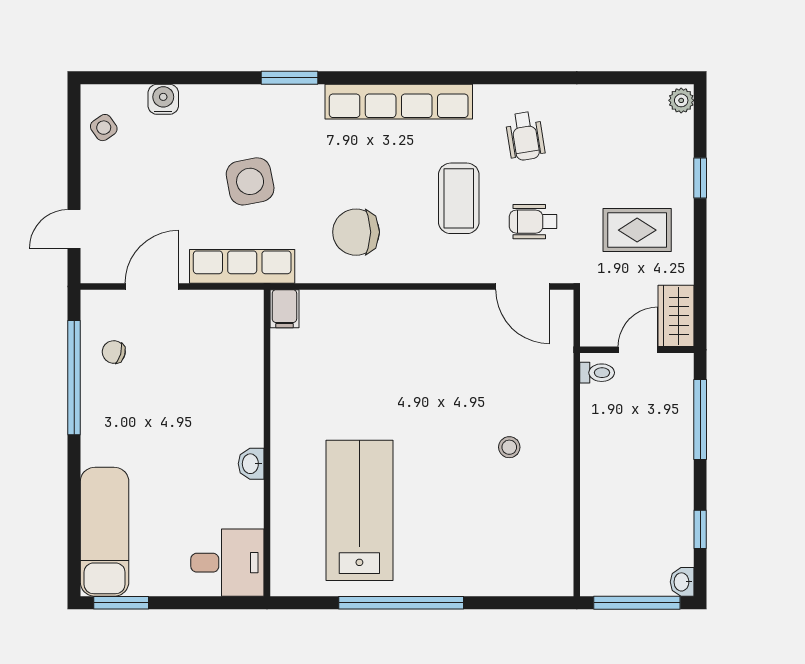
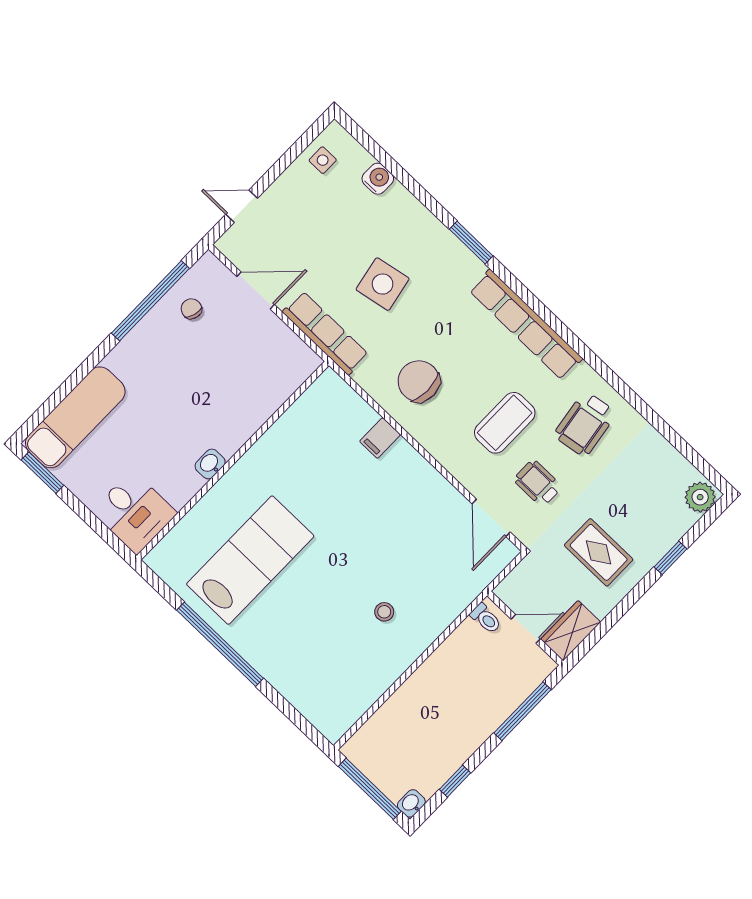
plant: (681, 100) -> (700, 497), width x1.38, depth x1.38
side table: (104, 128) -> (323, 160), turned 35
wheelchair: (525, 136) -> (585, 424), width x1.36, depth x1.37
filing cabinet: (284, 309) -> (380, 438), moved

